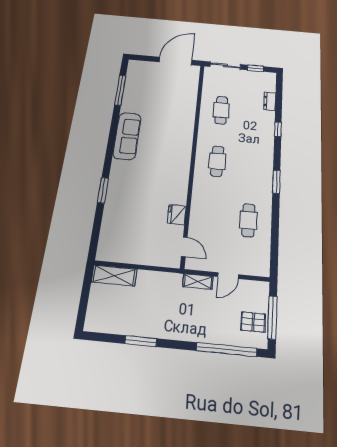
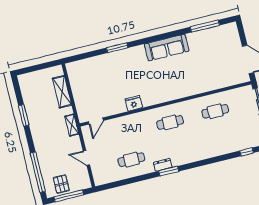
dresser: (270, 101) -> (163, 165), moved
window: (278, 129) -> (247, 152), moved
fridge: (177, 215) -> (134, 103), moved
shelving: (114, 276) -> (62, 92), moved
shelving: (198, 282) -> (72, 125), moved

